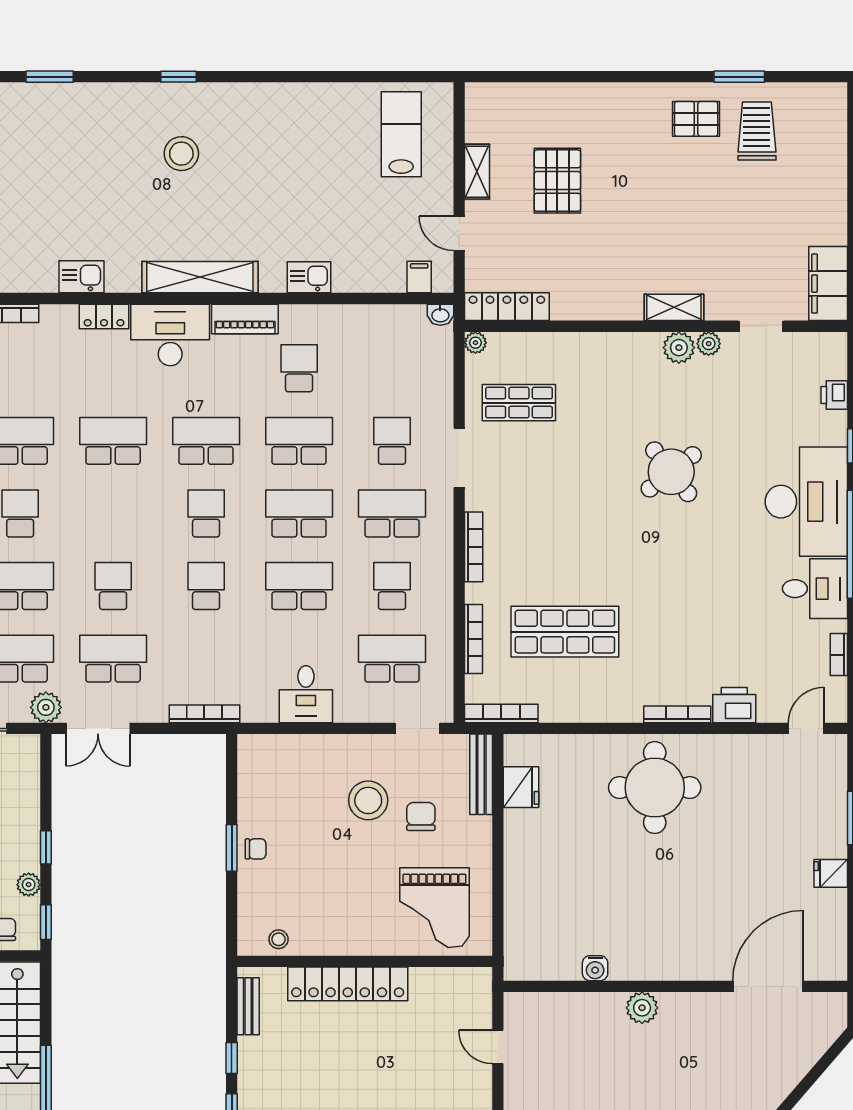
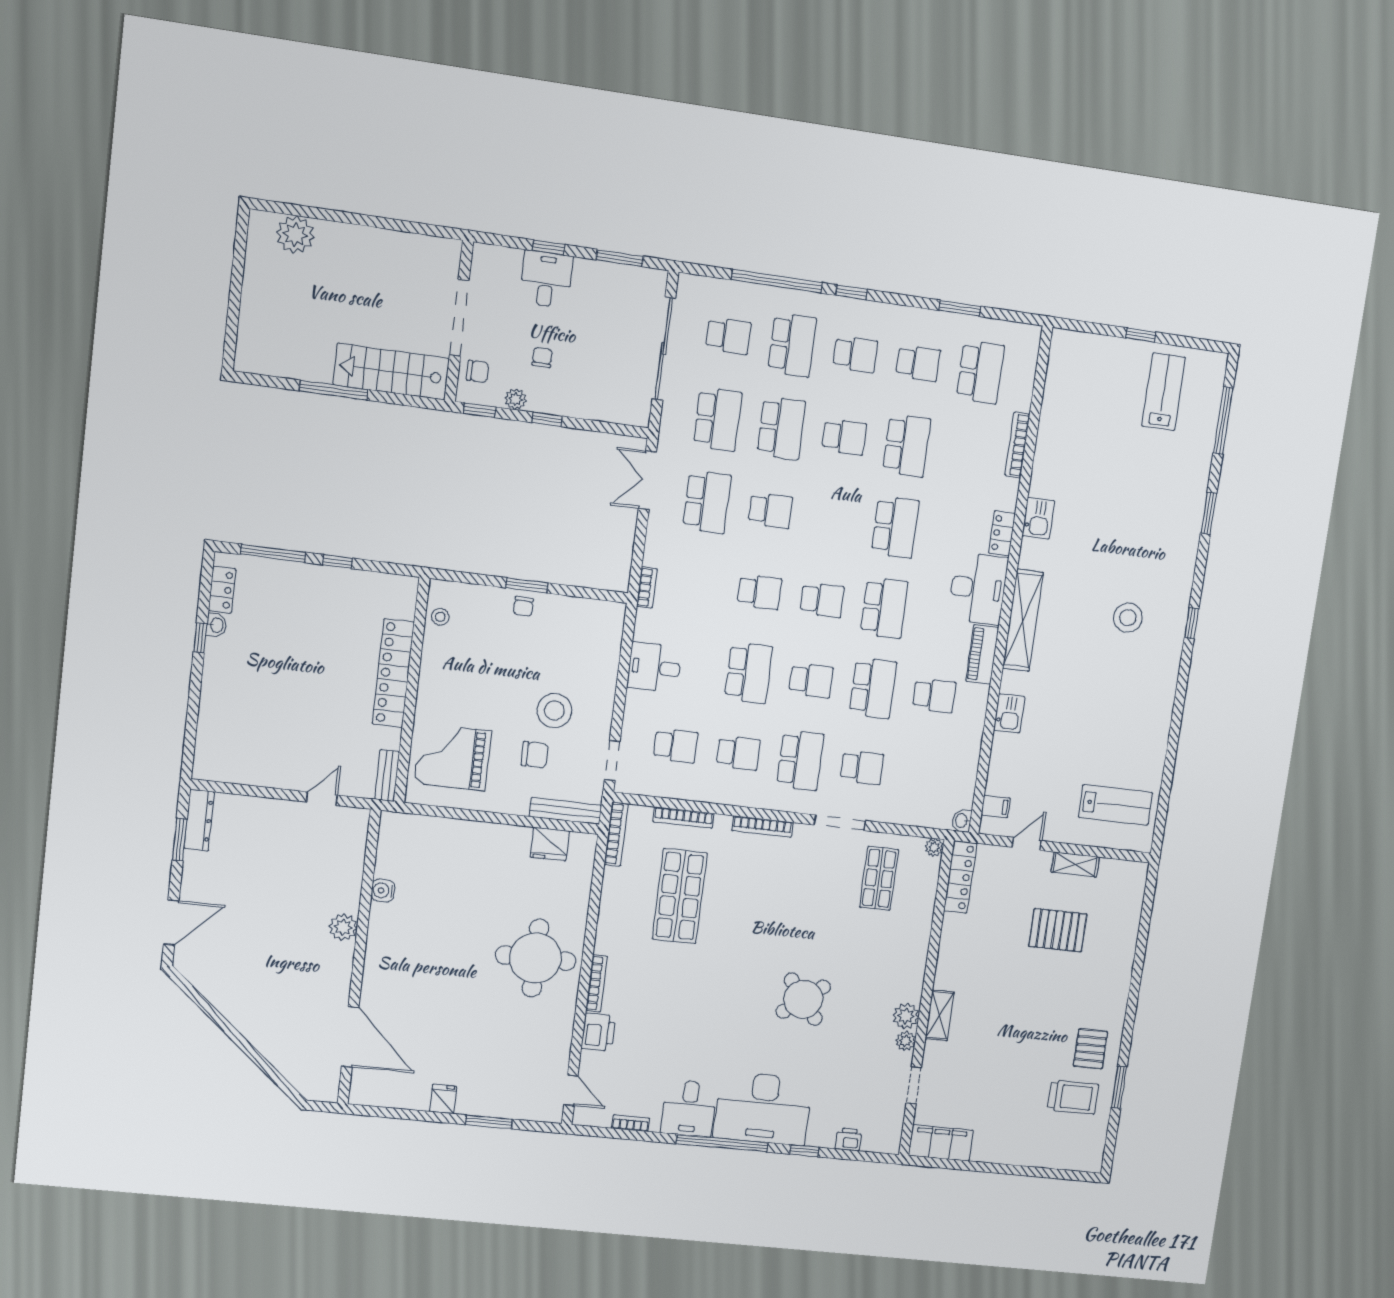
school desk: (299, 513) -> (811, 680), width x0.54
school desk: (392, 659) -> (676, 746), width x0.54
plant: (46, 707) -> (672, 436), removed
bookcase: (204, 714) -> (647, 588), width x0.64
bench: (248, 1006) -> (387, 776), moved, turned 90

